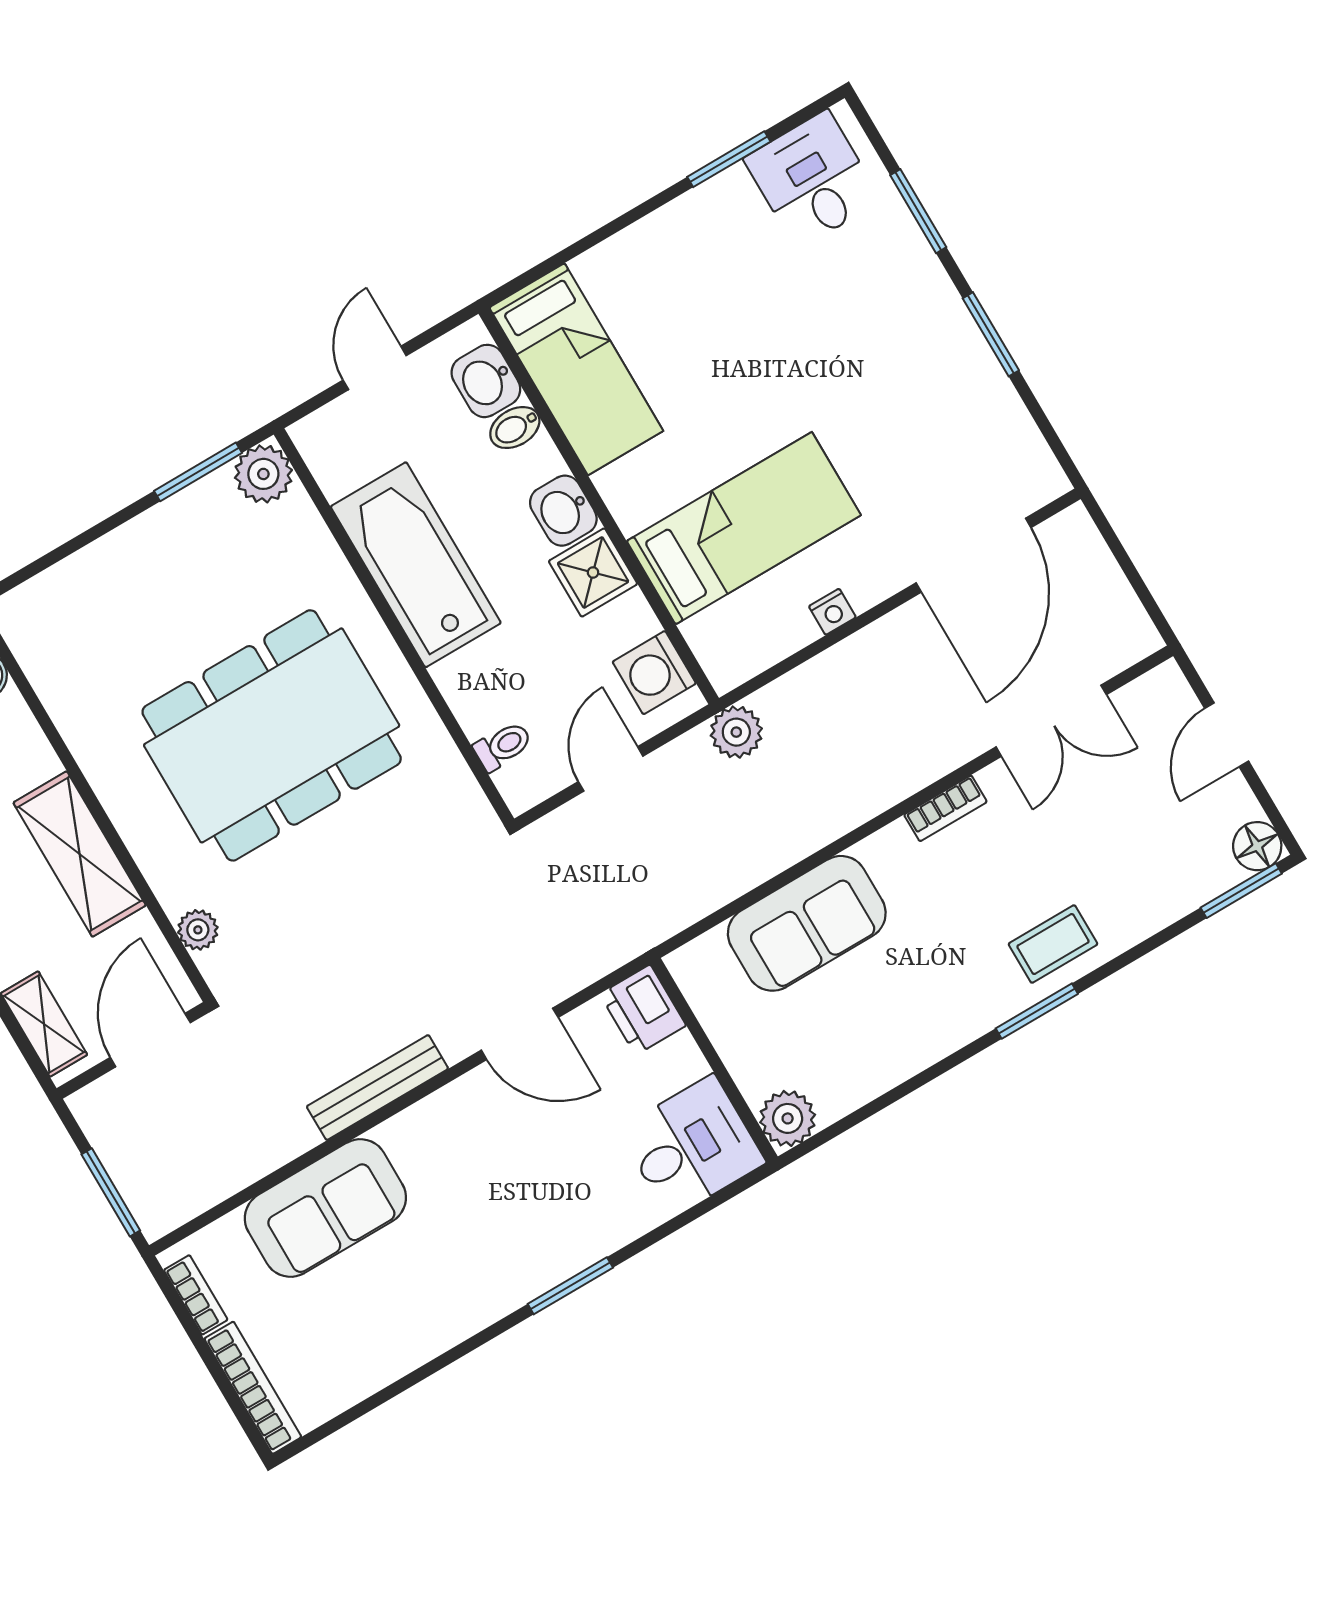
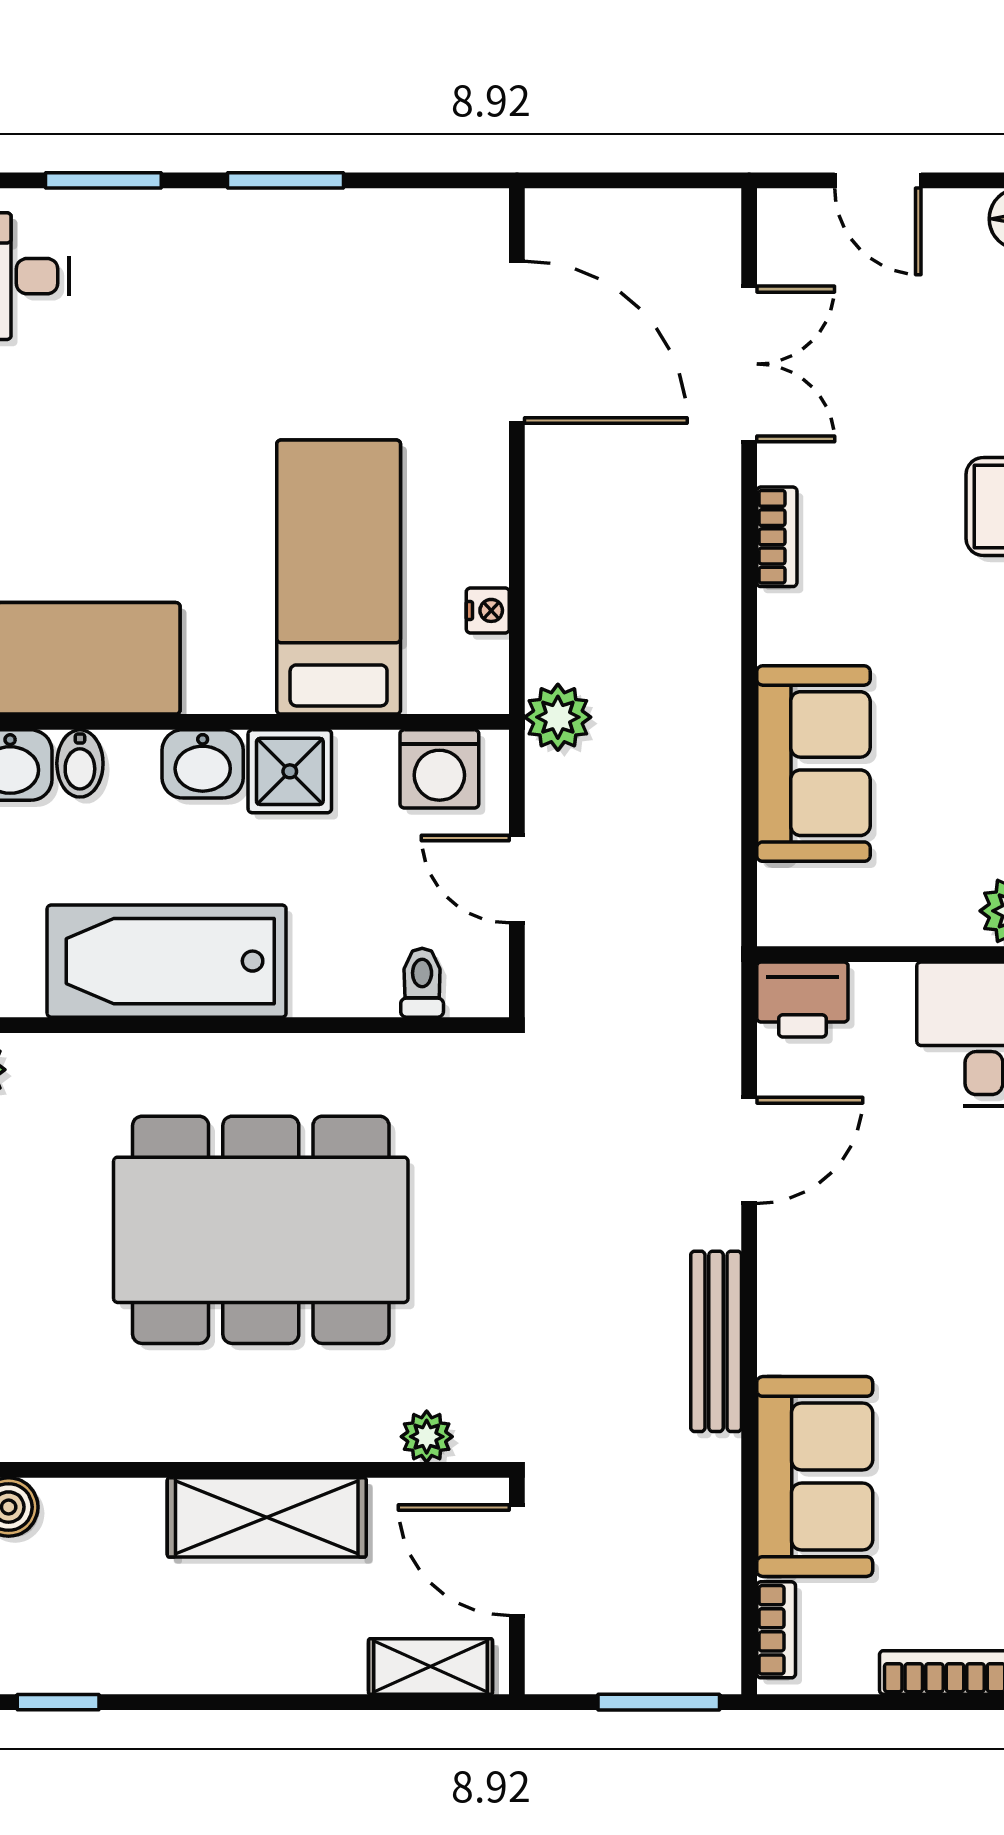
nightstand: (832, 612) -> (488, 610), moved
dining table: (272, 735) -> (261, 1230), turned 90
bookcase: (196, 1295) -> (776, 1630), moved, turned 90

